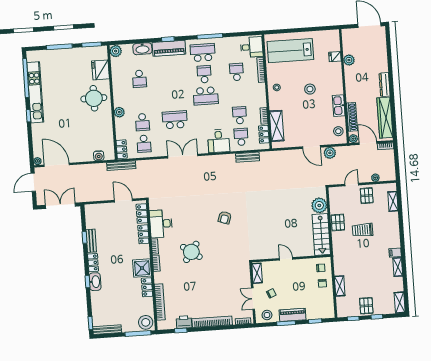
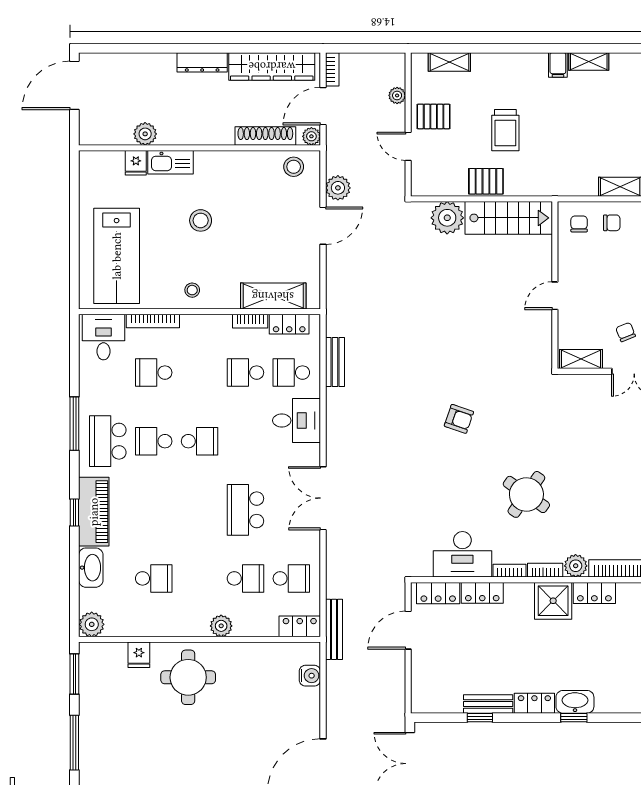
fridge: (101, 70) -> (139, 655), width x0.53, depth x0.75
school desk: (206, 96) -> (200, 441), width x0.54
kitchen sink: (339, 106) -> (170, 162), moved
plant: (159, 278) -> (576, 566), added

